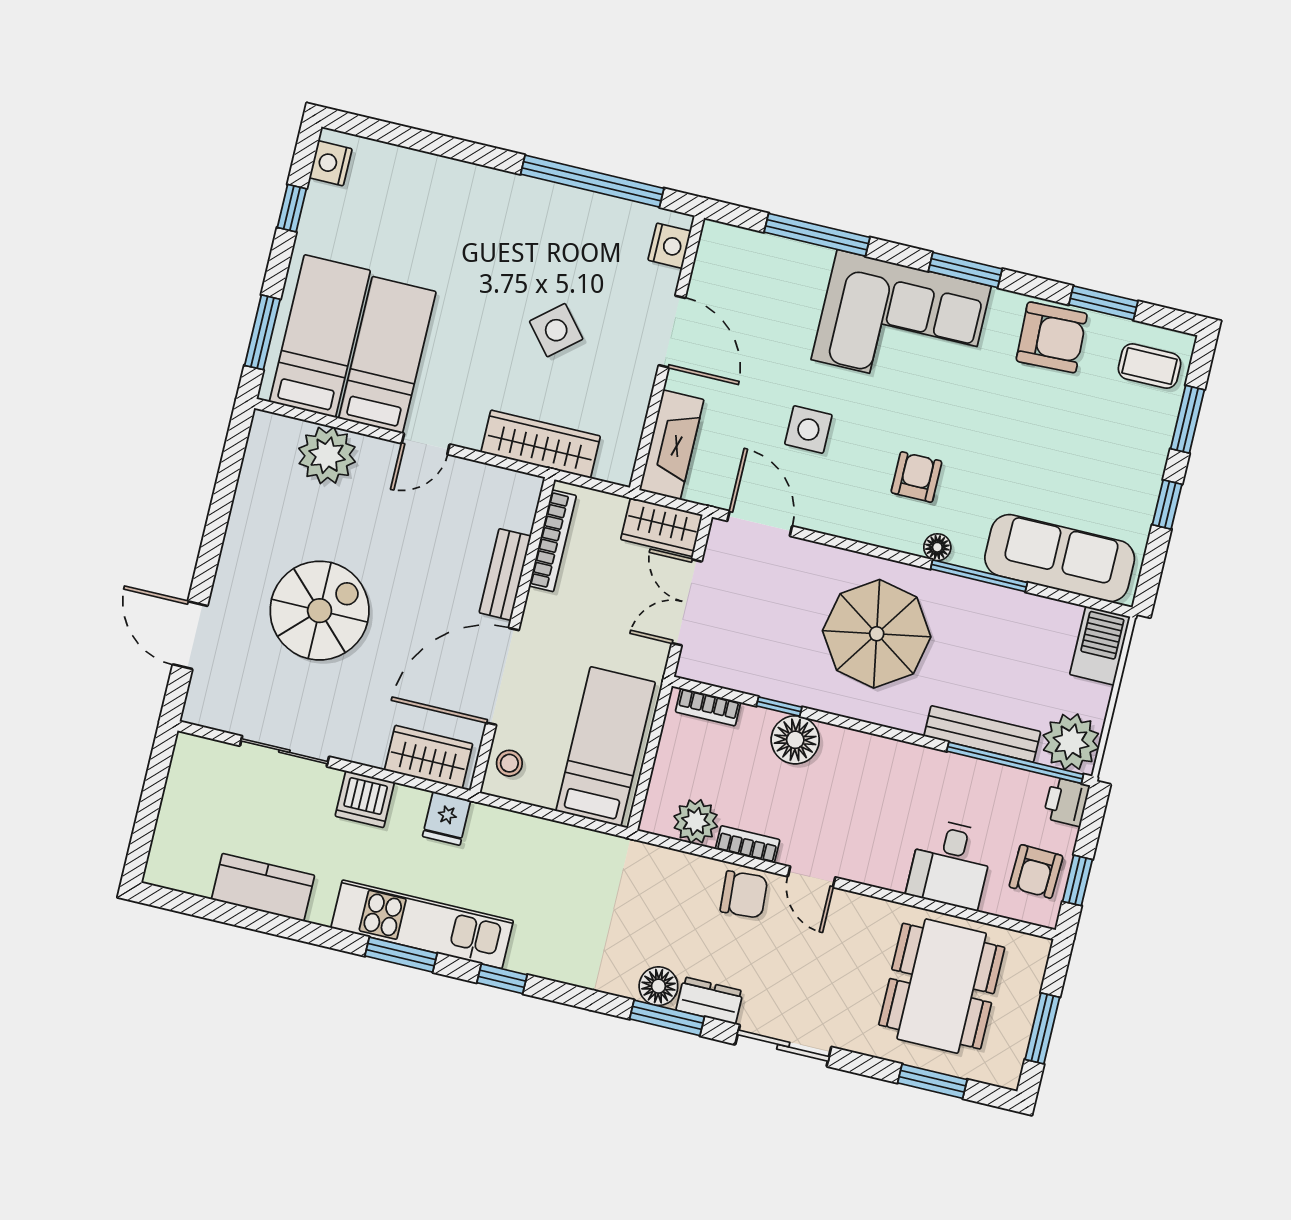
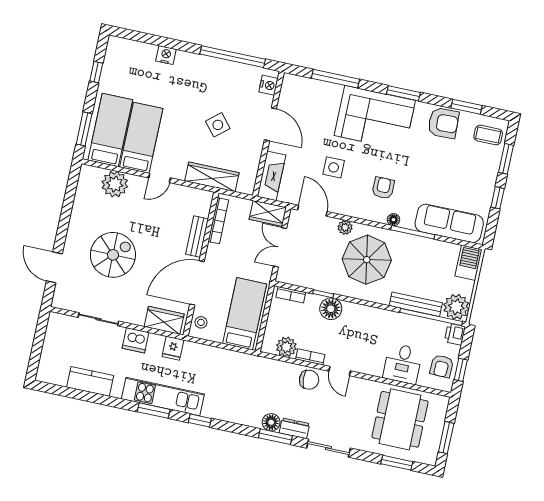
nightstand: (331, 163) -> (166, 55), moved, turned 90
plant: (831, 562) -> (345, 227), added

